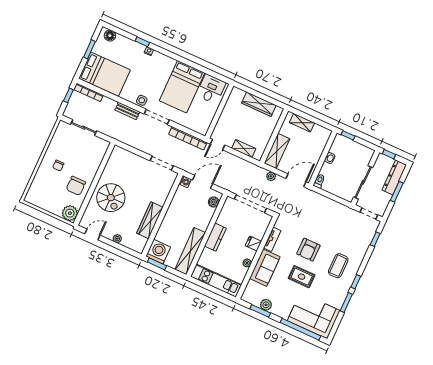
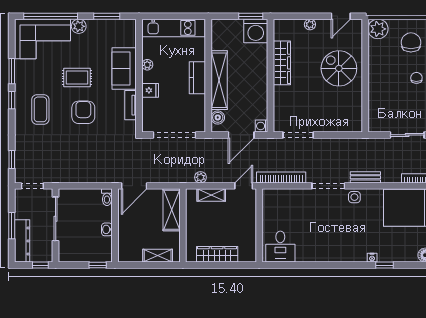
bed: (182, 87) -> (315, 234), removed
plant: (271, 176) -> (200, 177), moved
chair: (76, 186) -> (411, 42), moved
shelving: (190, 251) -> (219, 80), moved
plant: (266, 305) -> (79, 26), moved

